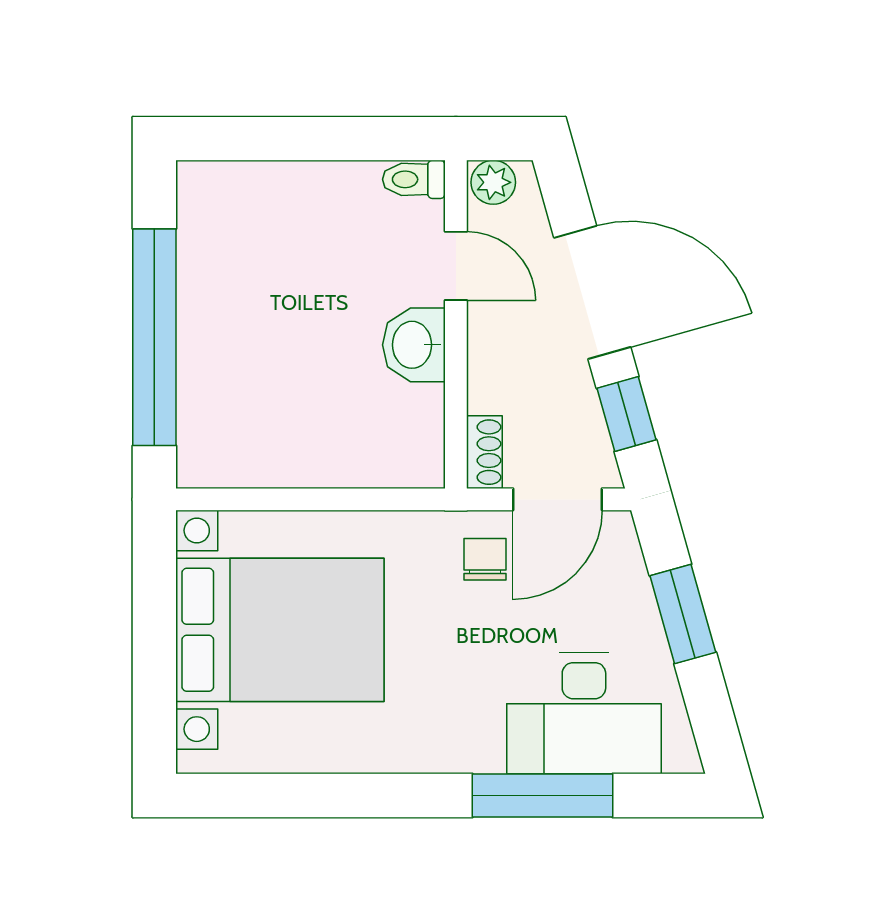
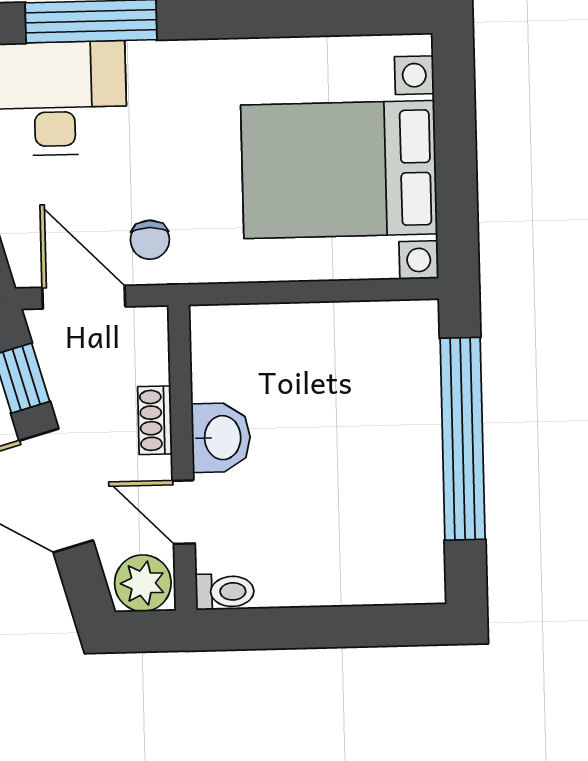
plant: (493, 182) -> (143, 583), width x1.38, depth x1.38
shoe rack: (484, 452) -> (155, 420), moved
door: (557, 499) -> (84, 297), hinge flipped

